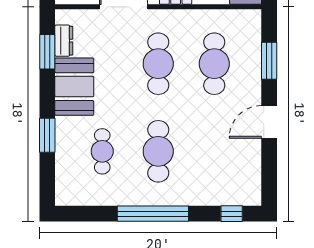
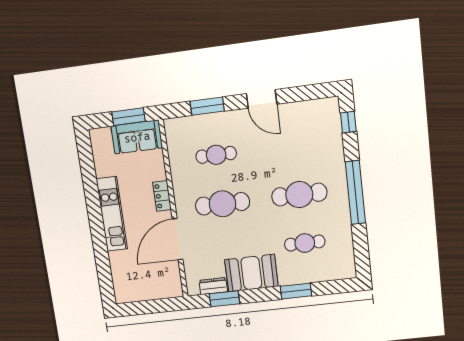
cafe table: (214, 64) -> (216, 155), width x0.73, depth x0.74

